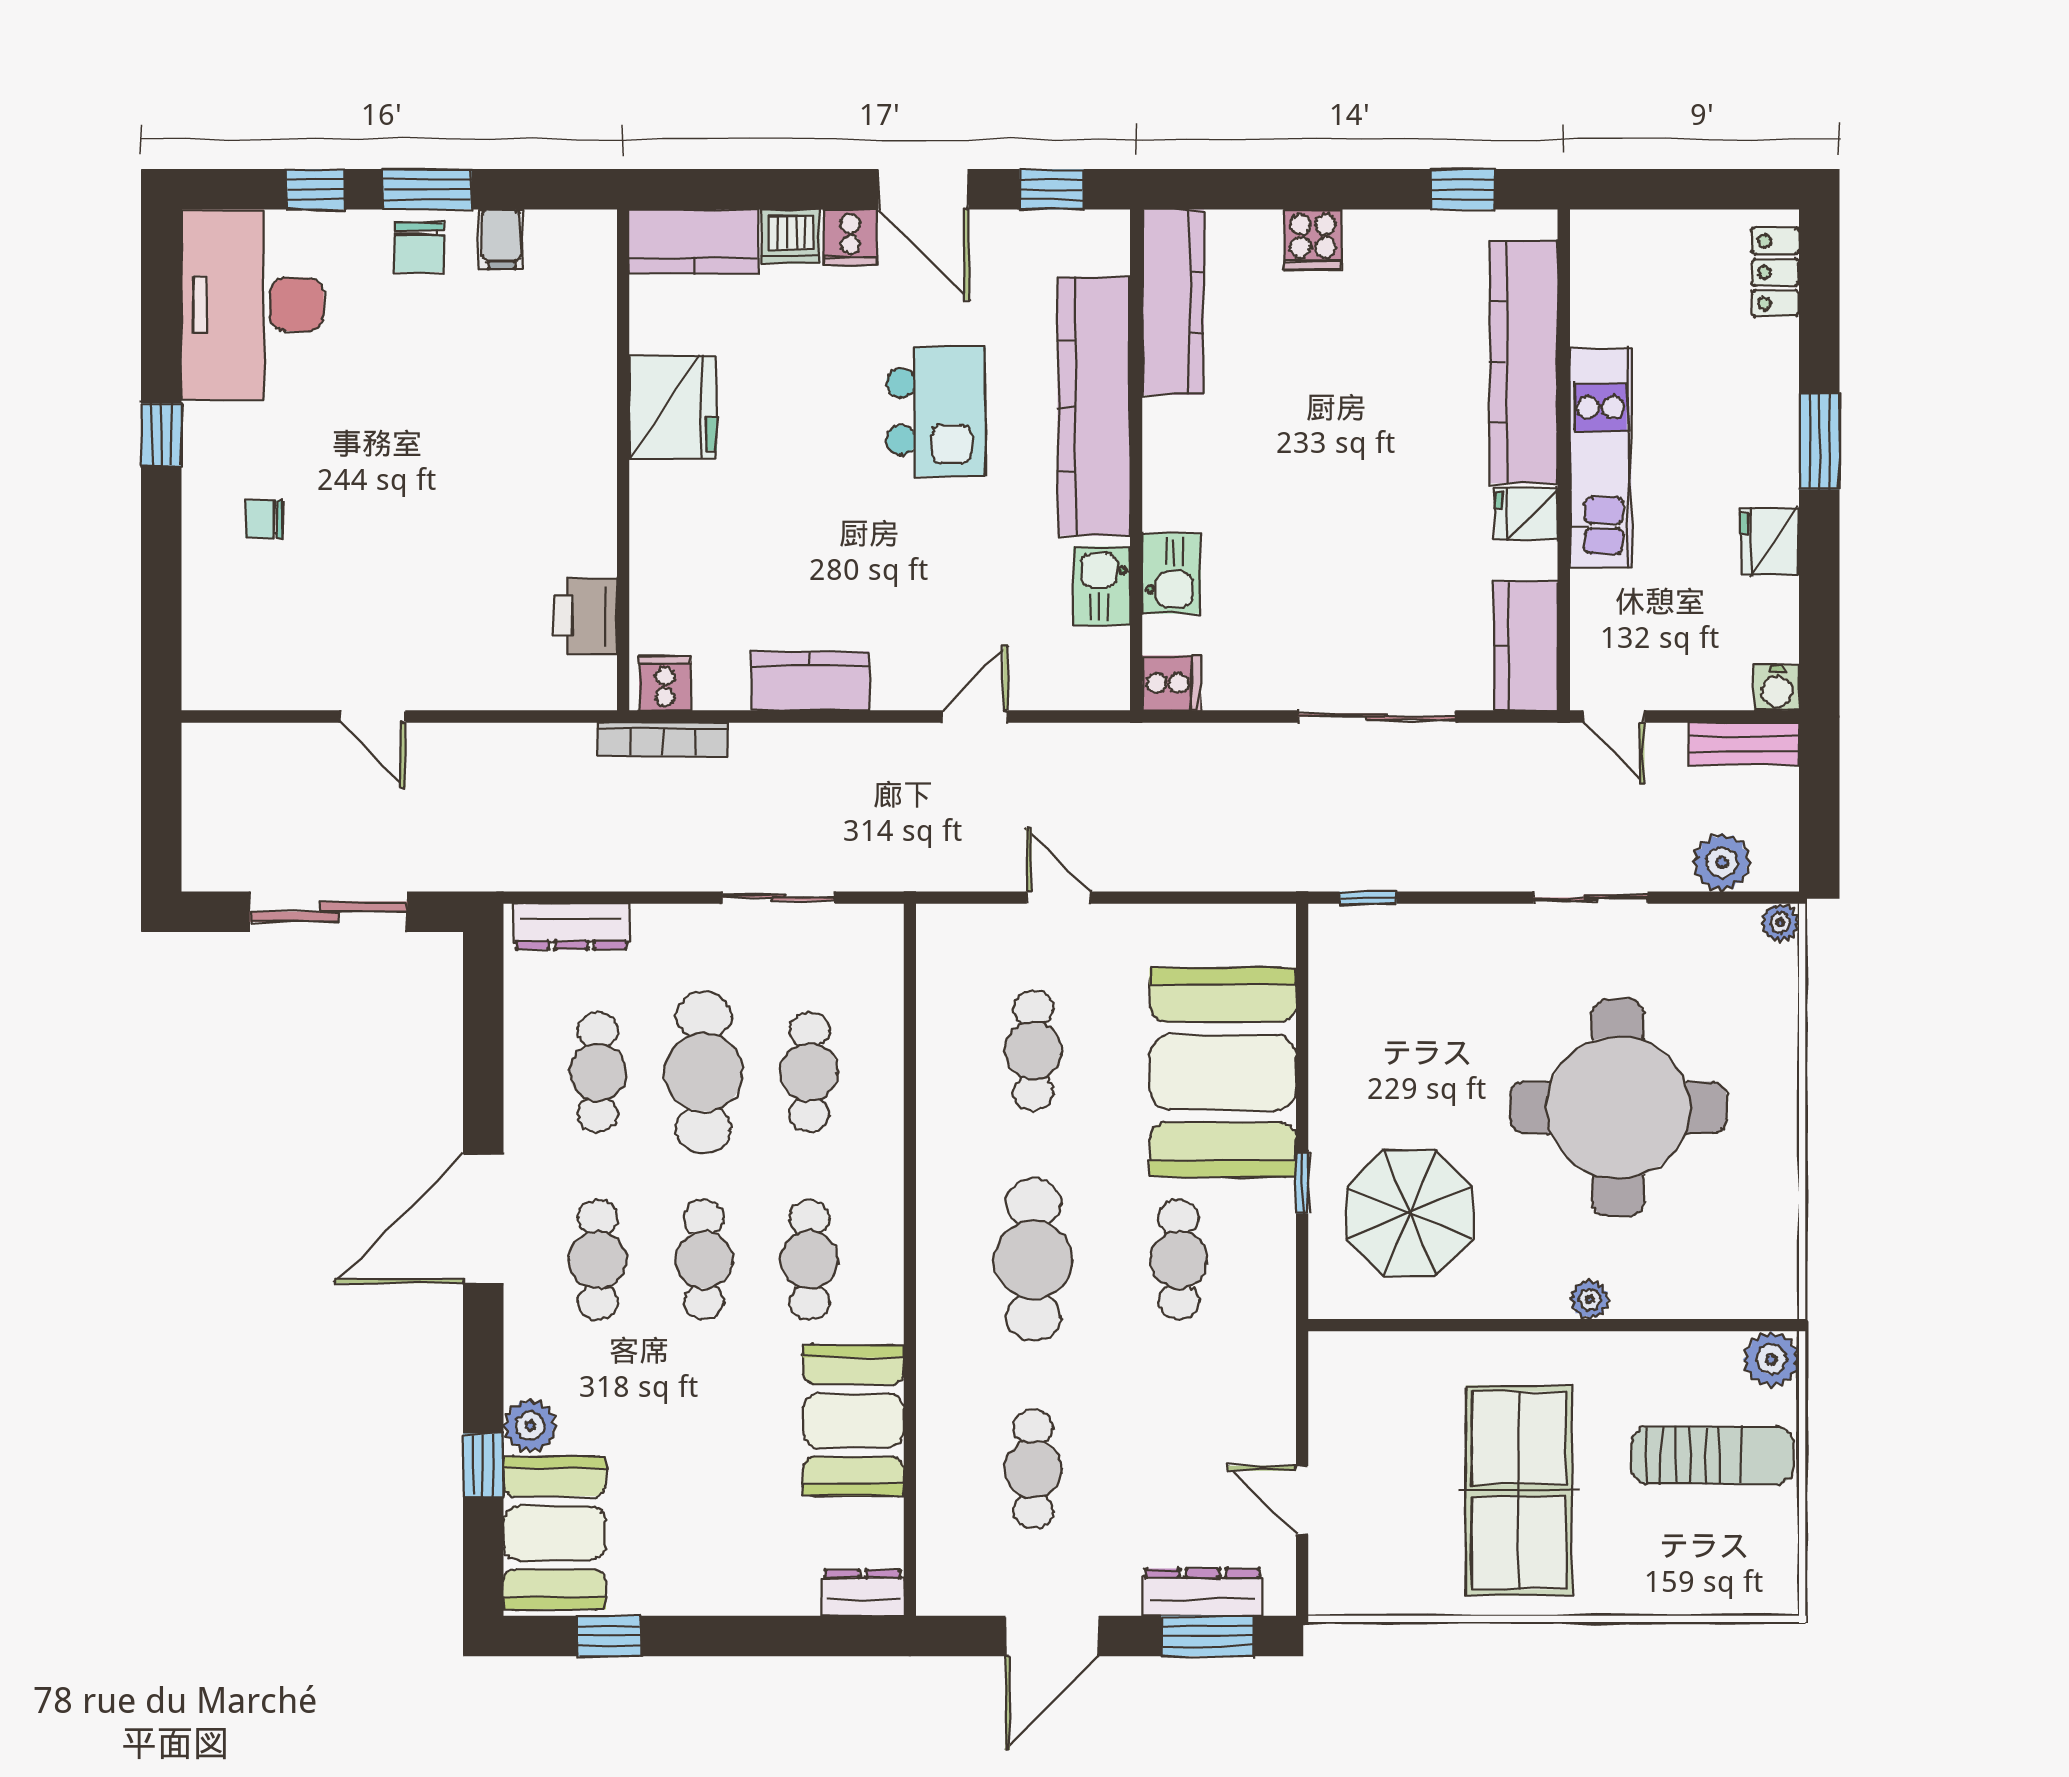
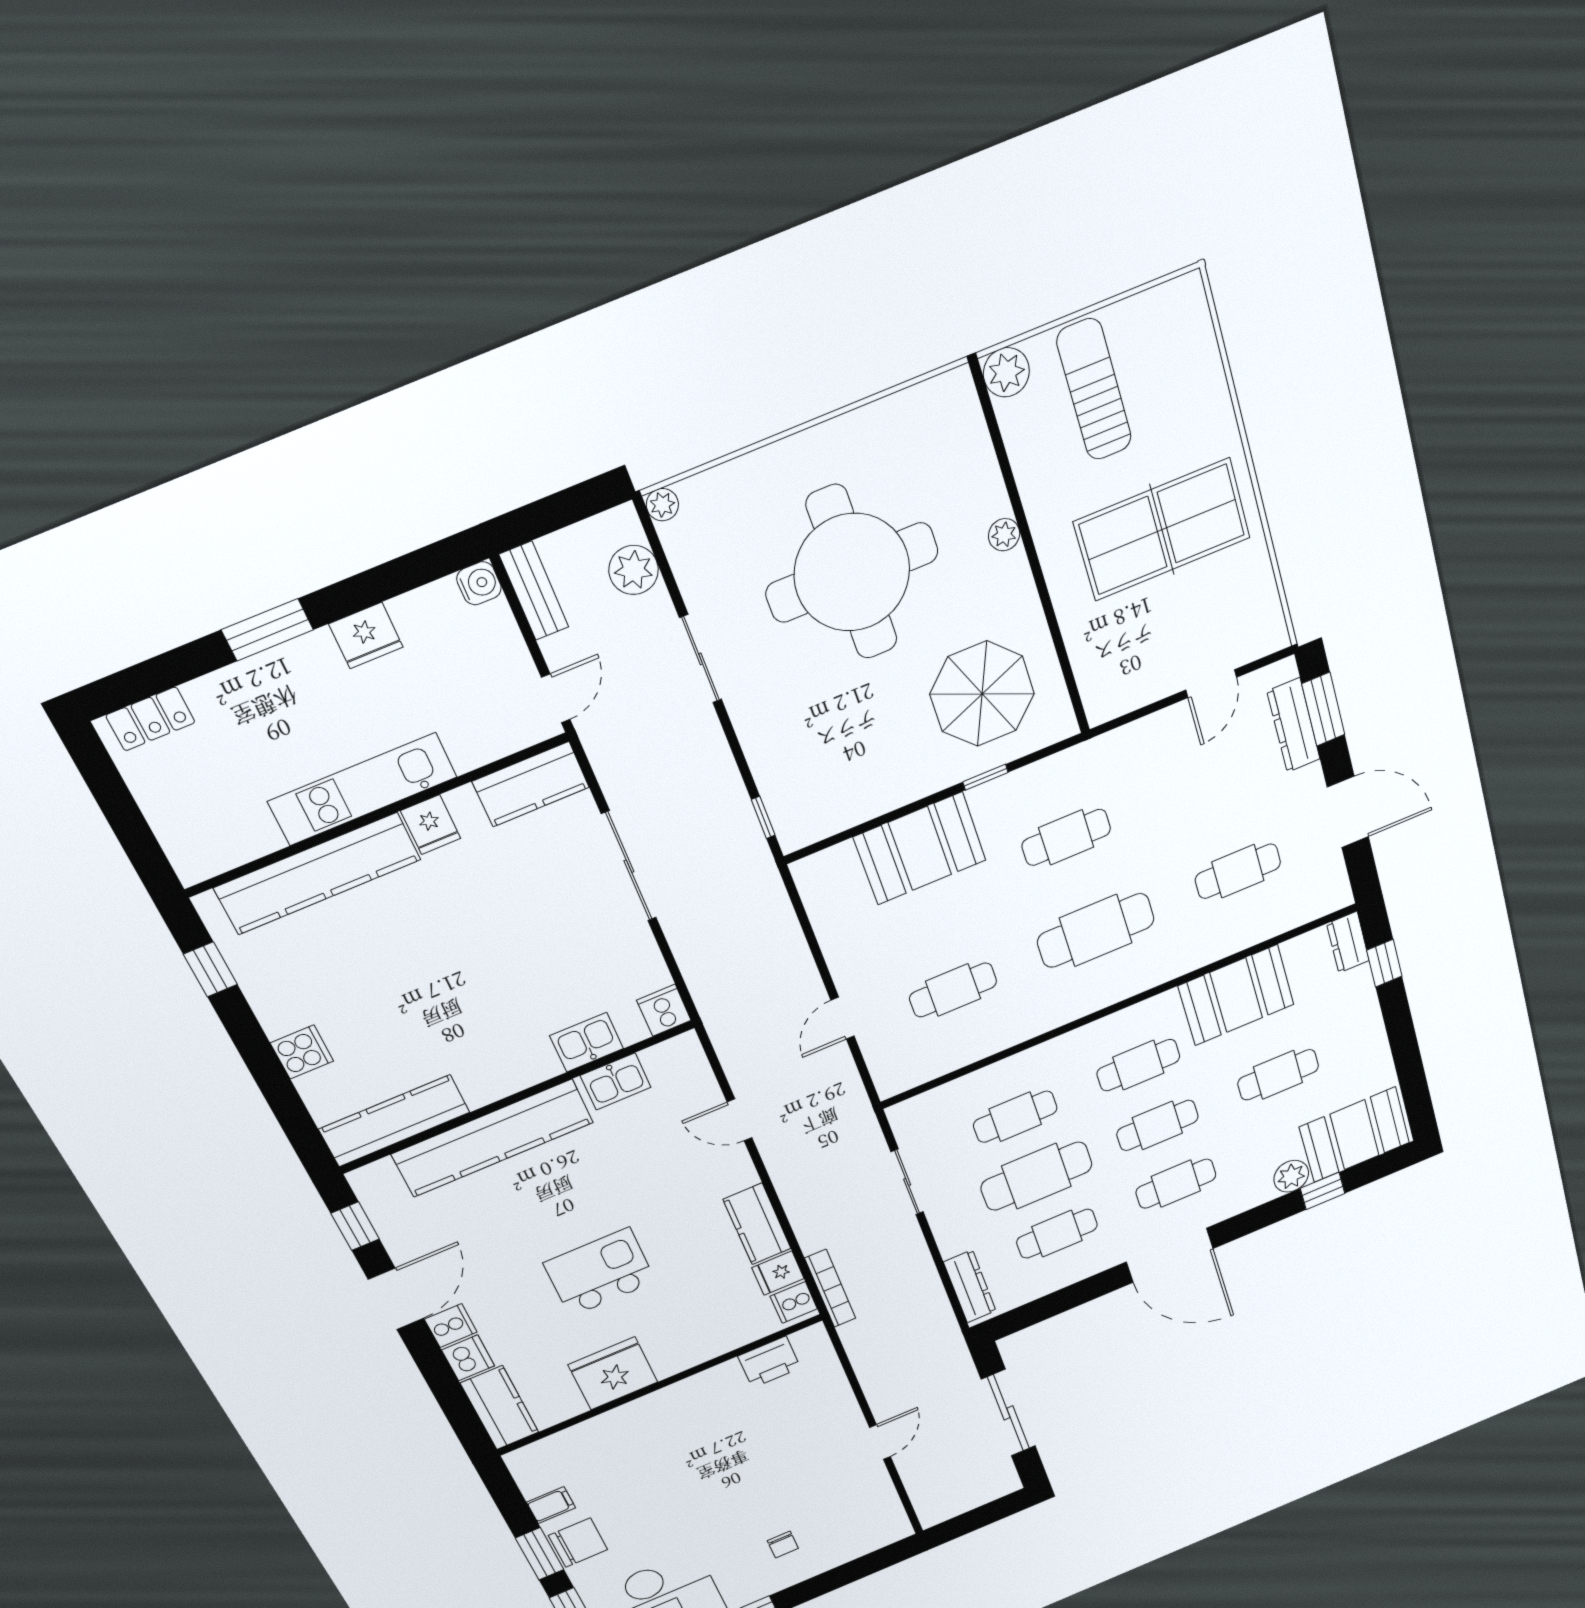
chair: (419, 247) -> (578, 1543), width x1.37, depth x1.37
kitchen island: (936, 412) -> (600, 1272), moved
fridge: (722, 680) -> (778, 1273), added
booth: (1223, 1072) -> (920, 849), width x0.73, depth x0.70
cafe table: (704, 1447) -> (1278, 1075), added
window: (609, 1636) -> (1384, 963), moved

